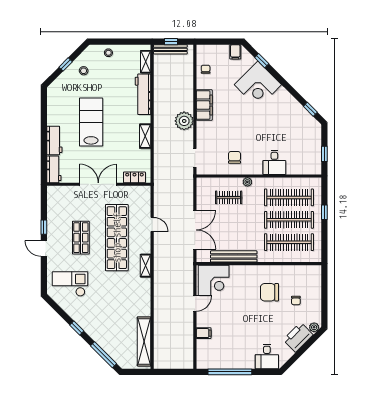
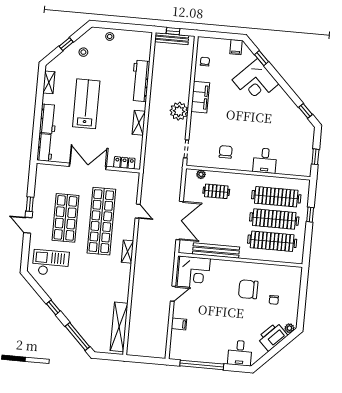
shelving: (146, 62) -> (49, 82), moved
plant: (247, 182) -> (201, 174), moved
shop shelf: (81, 238) -> (66, 218), width x1.43, depth x1.36

